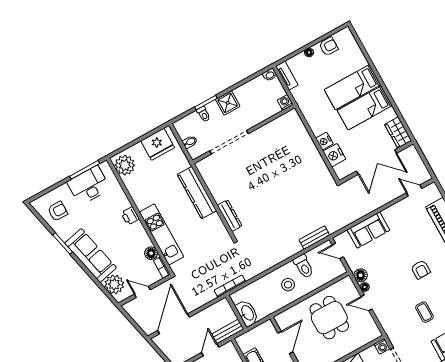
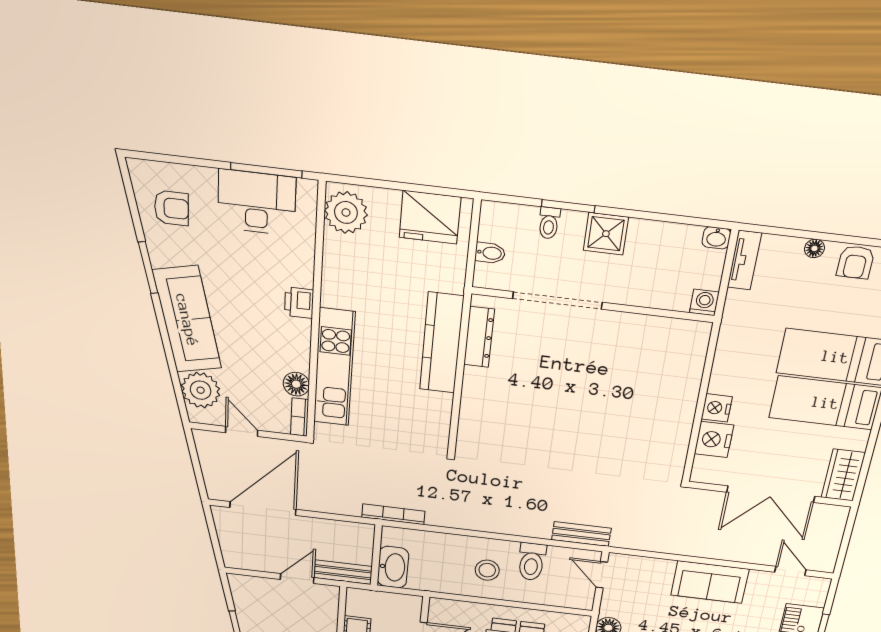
armchair: (328, 46) -> (856, 262), turned 90
dresser: (230, 216) -> (479, 337), moved
sofa: (368, 230) -> (710, 582), moved

